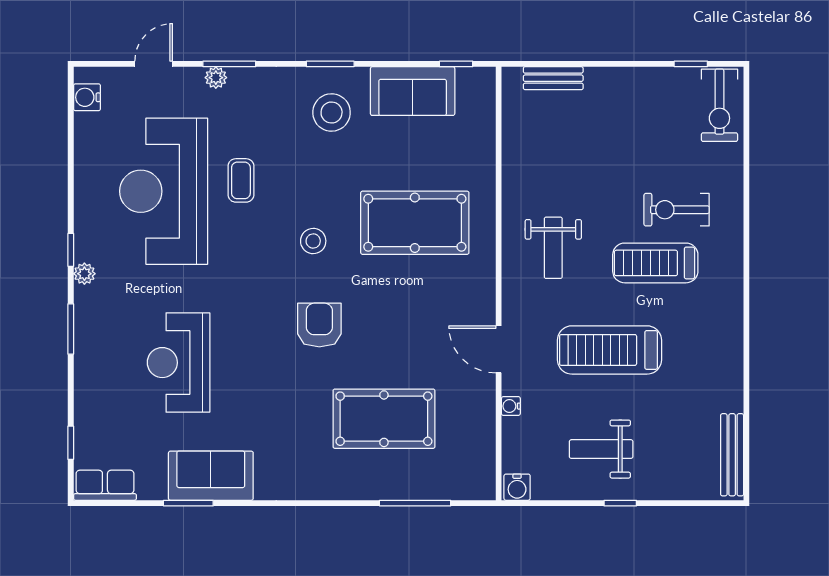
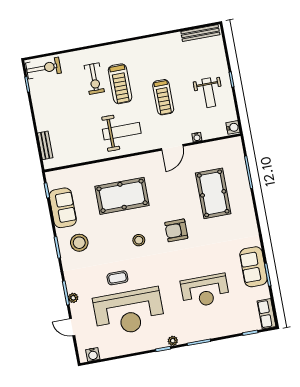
pool table: (415, 223) -> (122, 196), turned 90
weight bench: (553, 248) -> (122, 131), width x1.36, depth x1.33
treadmill: (609, 350) -> (163, 97), width x0.73, depth x0.73

